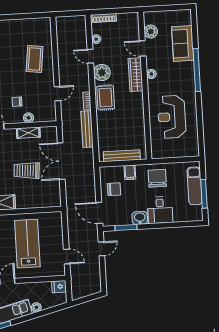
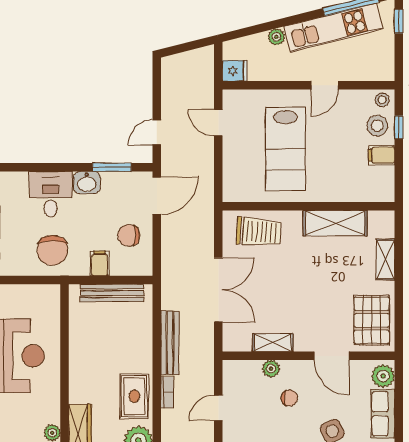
trolley: (27, 171) -> (259, 232), moved
door: (99, 213) -> (157, 195), hinge flipped

